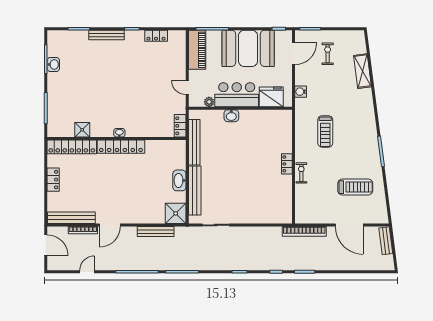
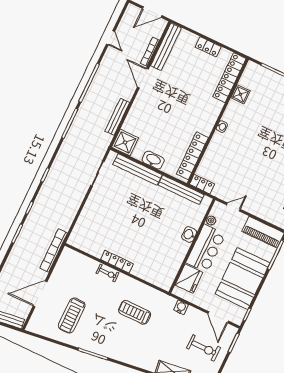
exercise bike: (328, 54) -> (204, 348), width x1.38, depth x1.39
locker: (121, 147) -> (193, 156), moved
locker: (287, 164) -> (117, 262), width x1.53

